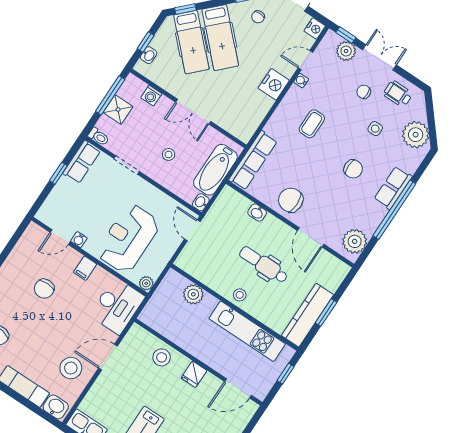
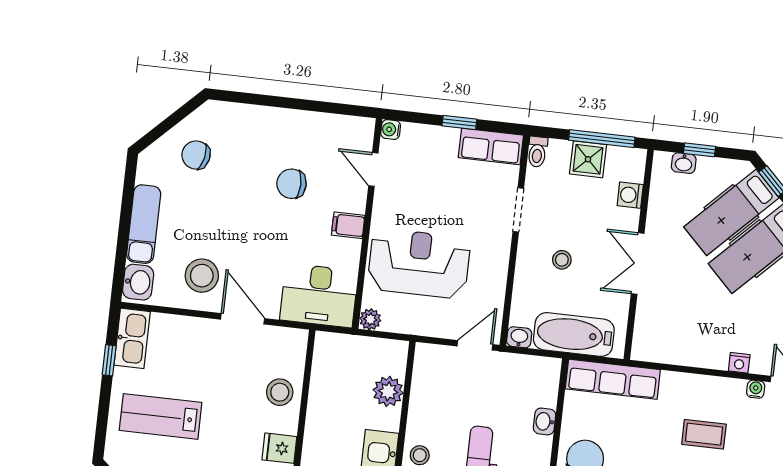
nightstand: (274, 84) -> (739, 363), width x0.53, depth x0.56
water cooler: (79, 240) -> (391, 129), moved

